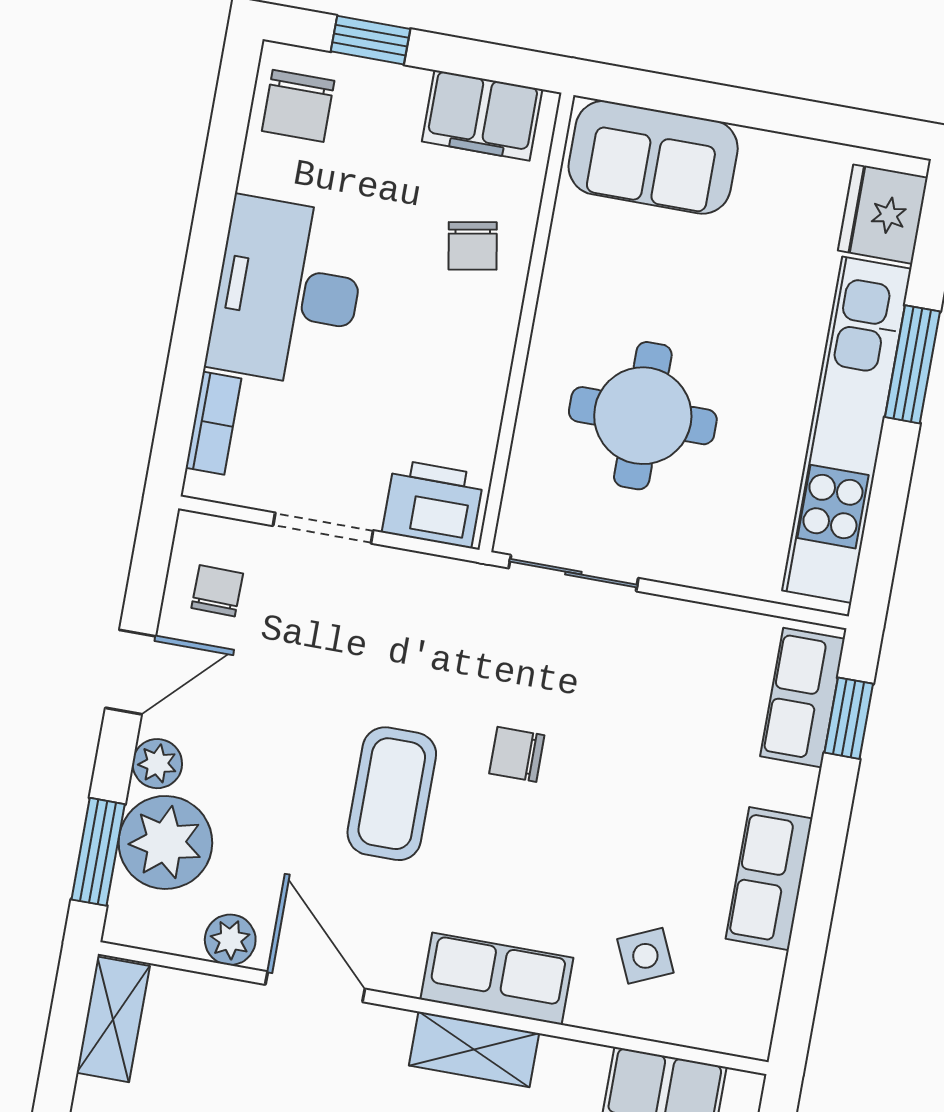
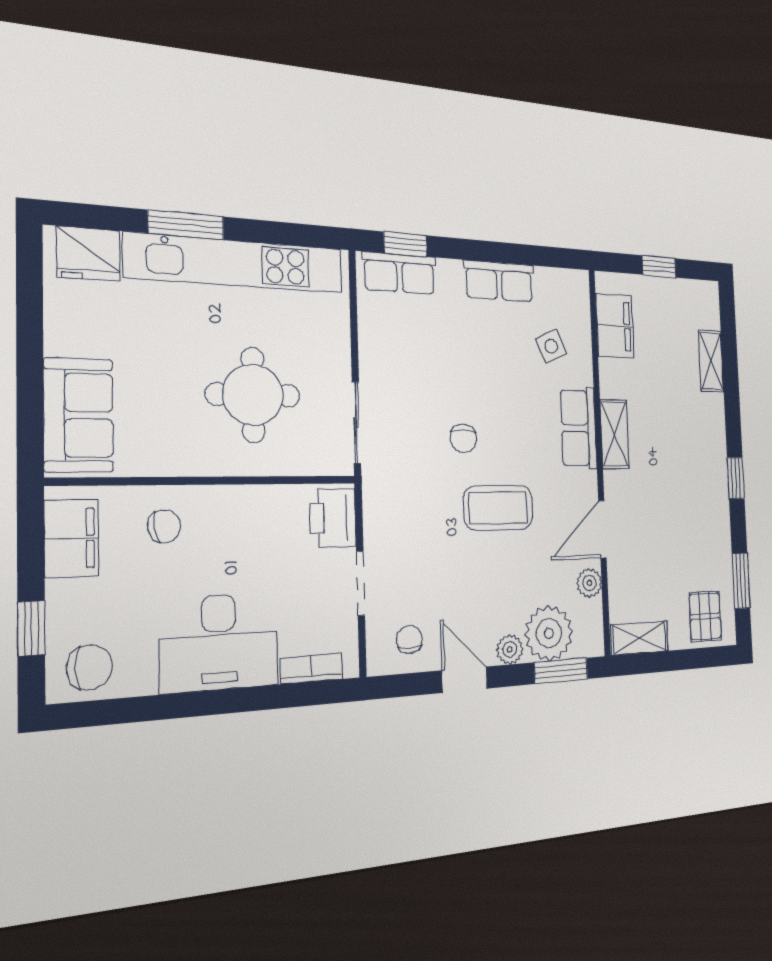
chair: (217, 591) -> (409, 640), turned 89

